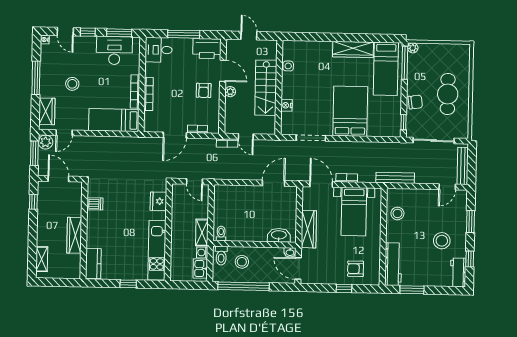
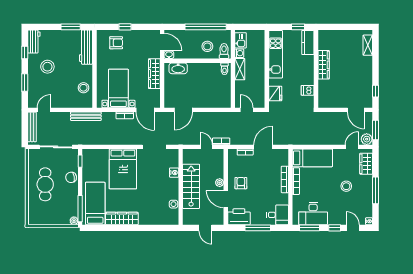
dishwasher: (95, 204) -> (308, 90), moved
wall: (84, 230) -> (316, 69), moved
wardrobe: (74, 235) -> (324, 65), moved
kitchen counter: (93, 264) -> (308, 42), moved

